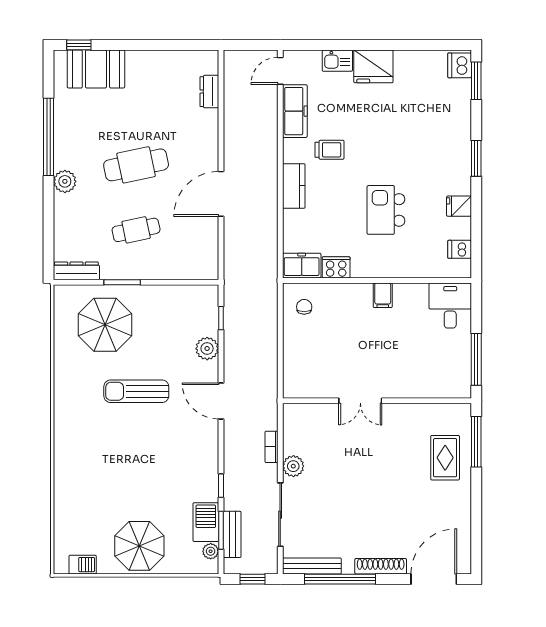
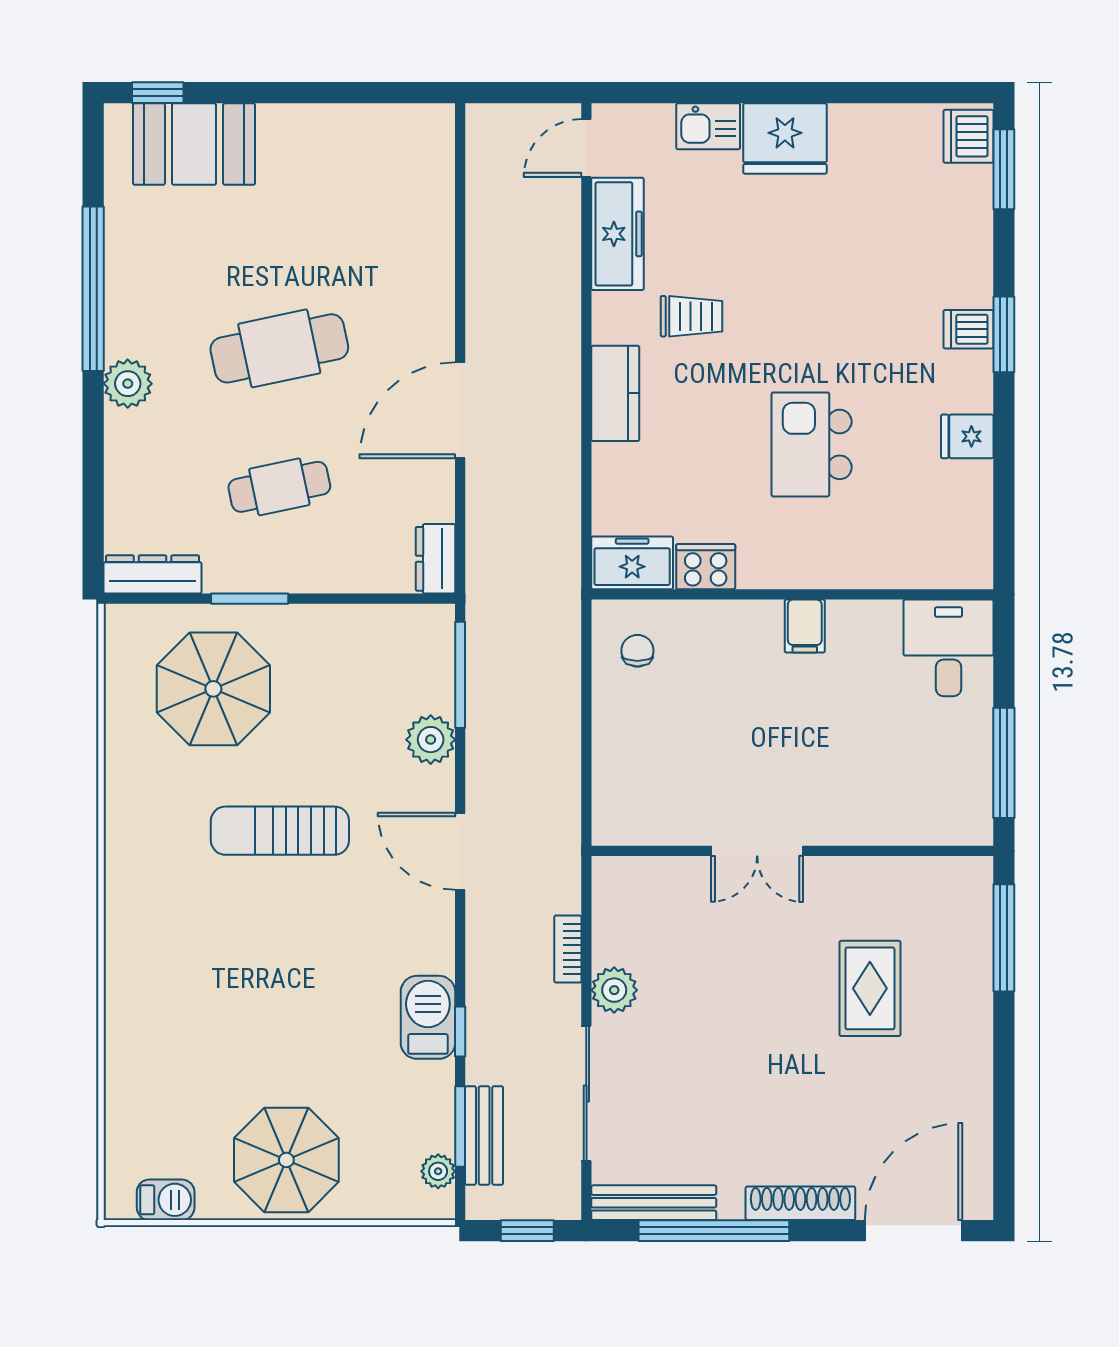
dresser: (209, 92) -> (436, 559), moved
dishwasher: (460, 249) -> (968, 329), moved
window: (221, 318) -> (460, 675), width x2.17
rug: (445, 458) -> (870, 988), moved
barbecue: (206, 522) -> (428, 1017), moved

